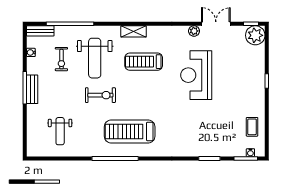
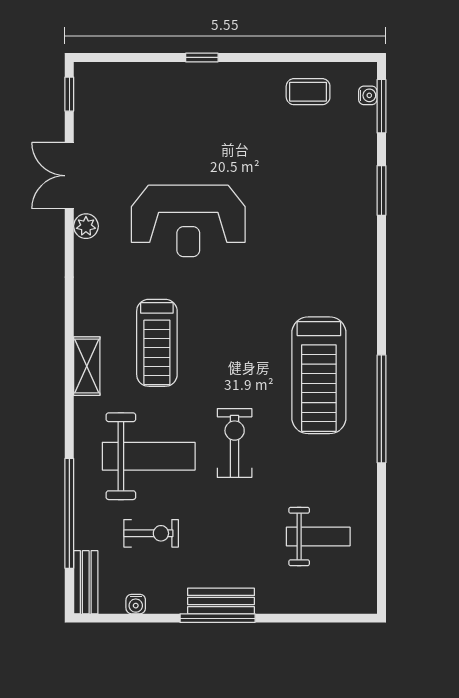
plant: (255, 35) -> (96, 84), removed

